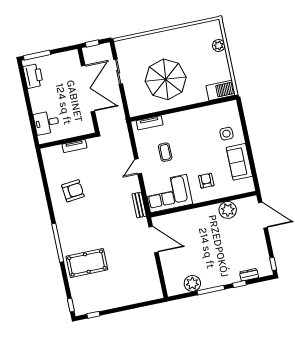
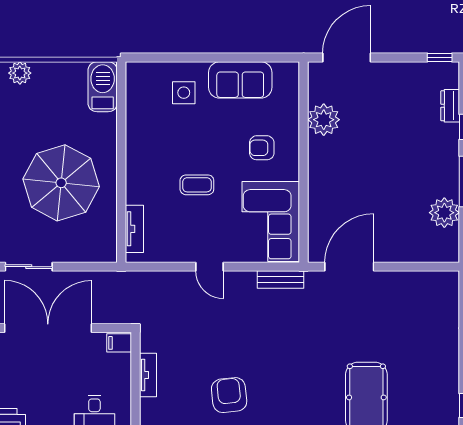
filing cabinet: (88, 127) -> (119, 343), added
coffee table: (165, 152) -> (197, 185), moved

